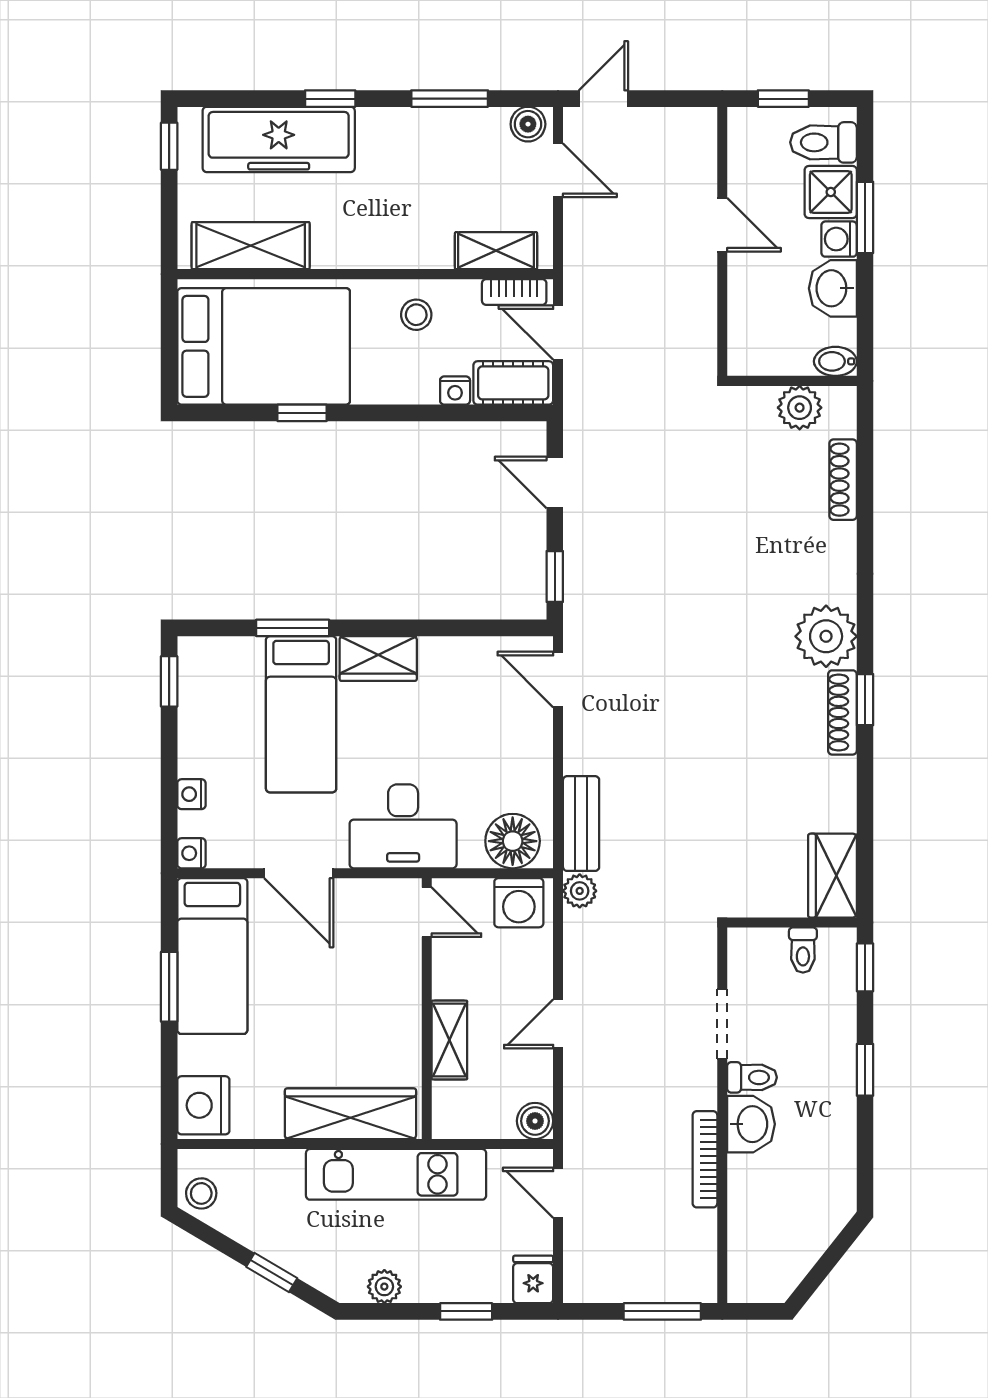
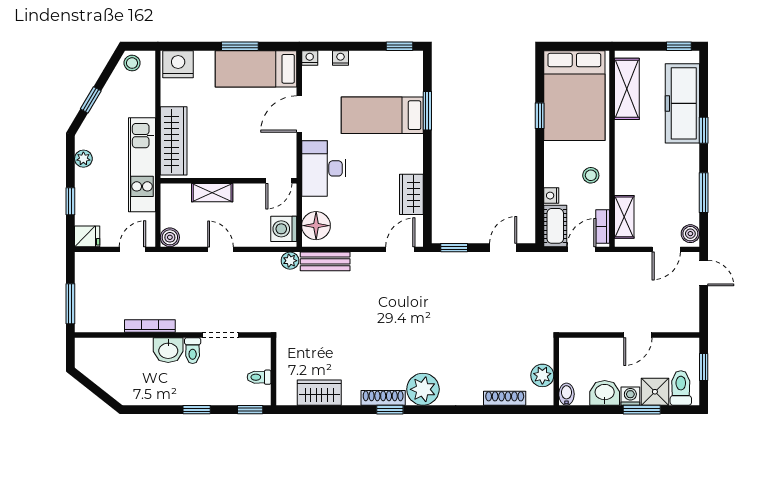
wardrobe: (378, 658) -> (411, 194), moved
wardrobe: (832, 876) -> (319, 393), moved

